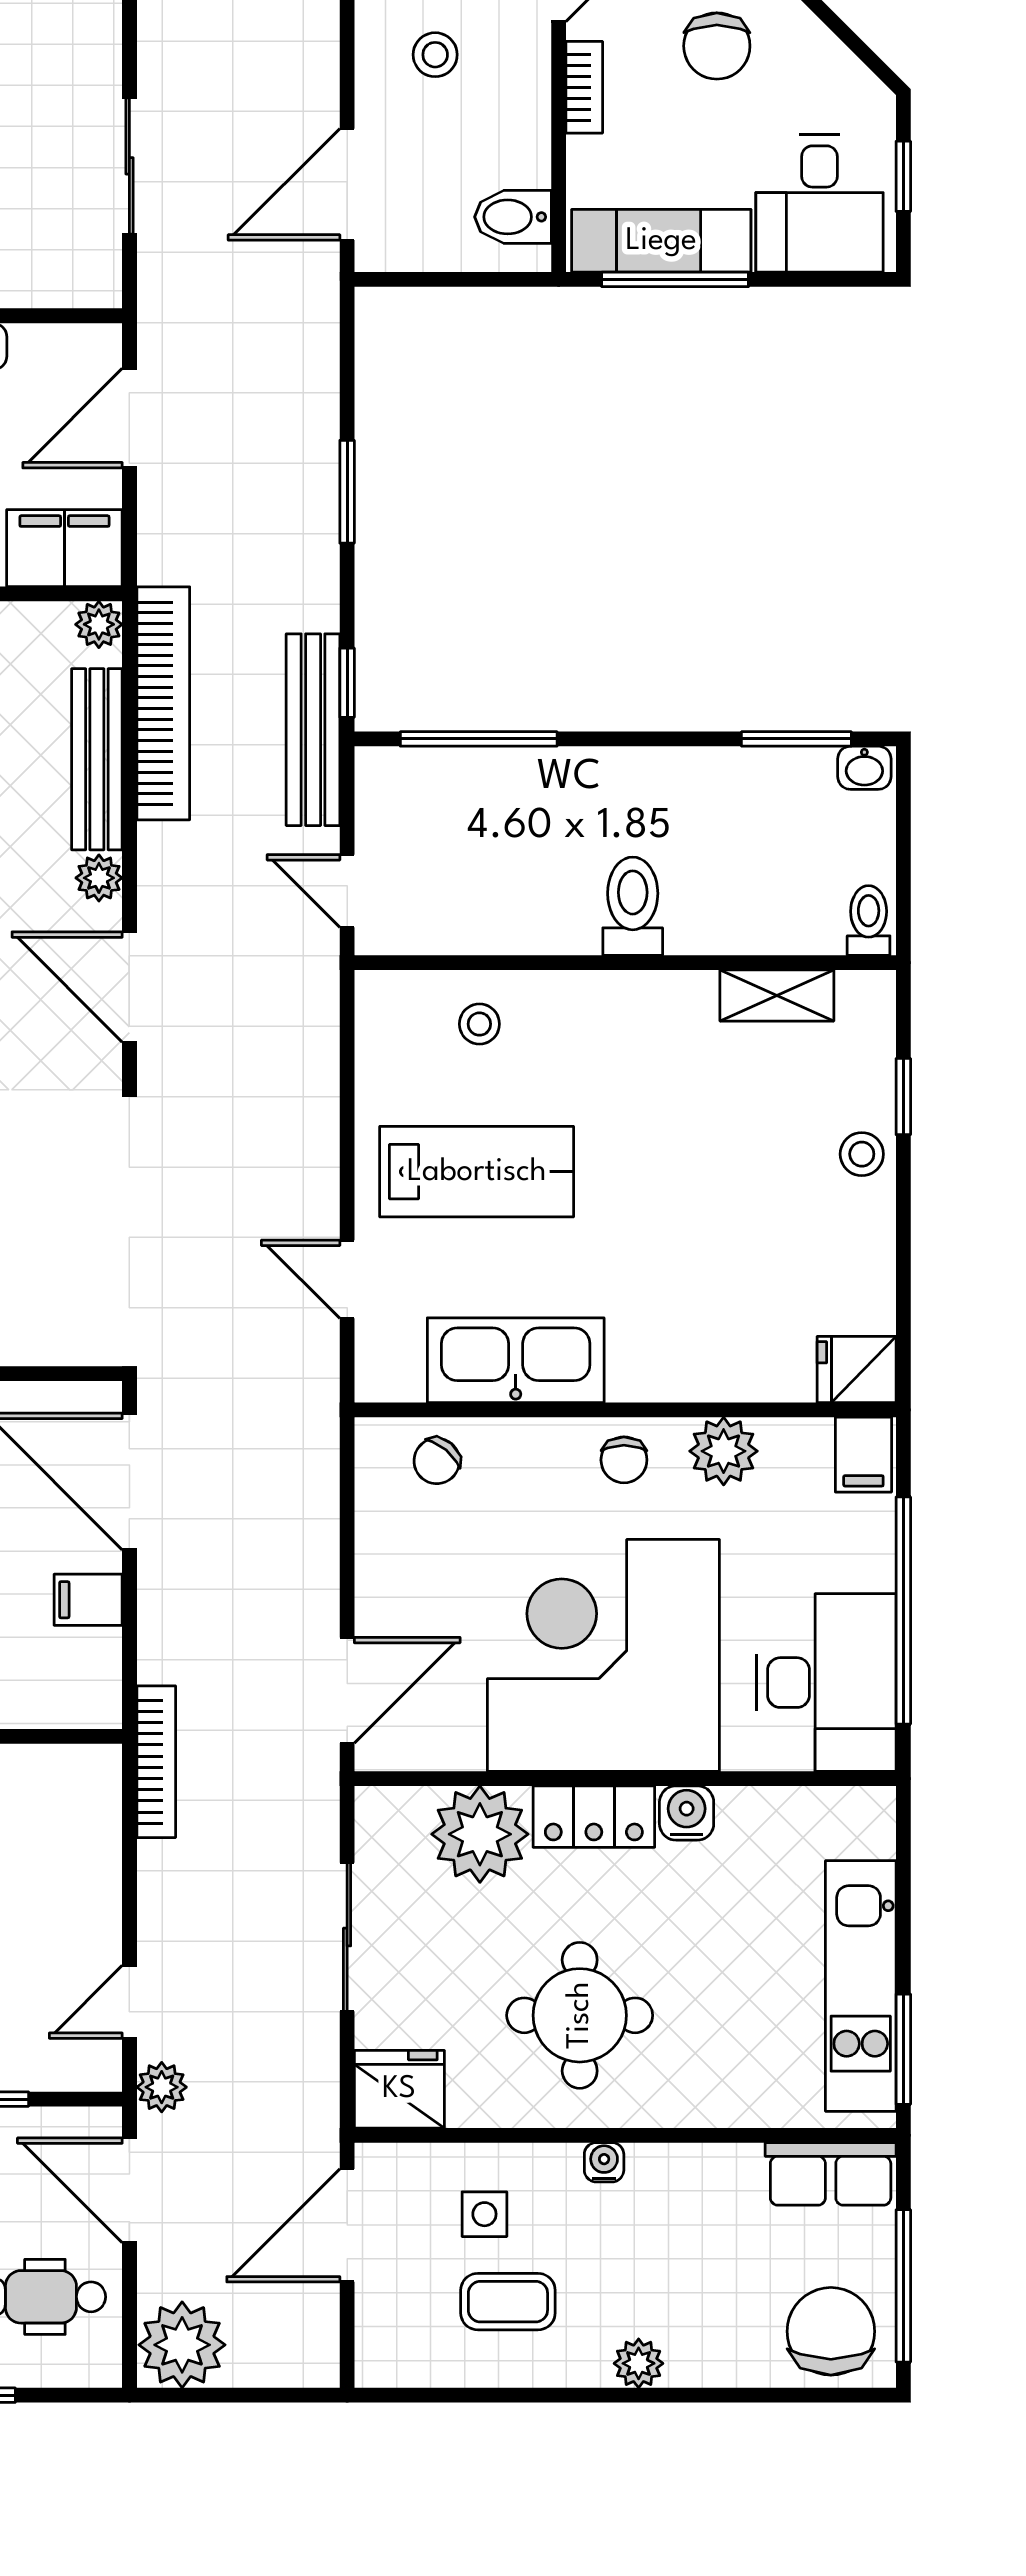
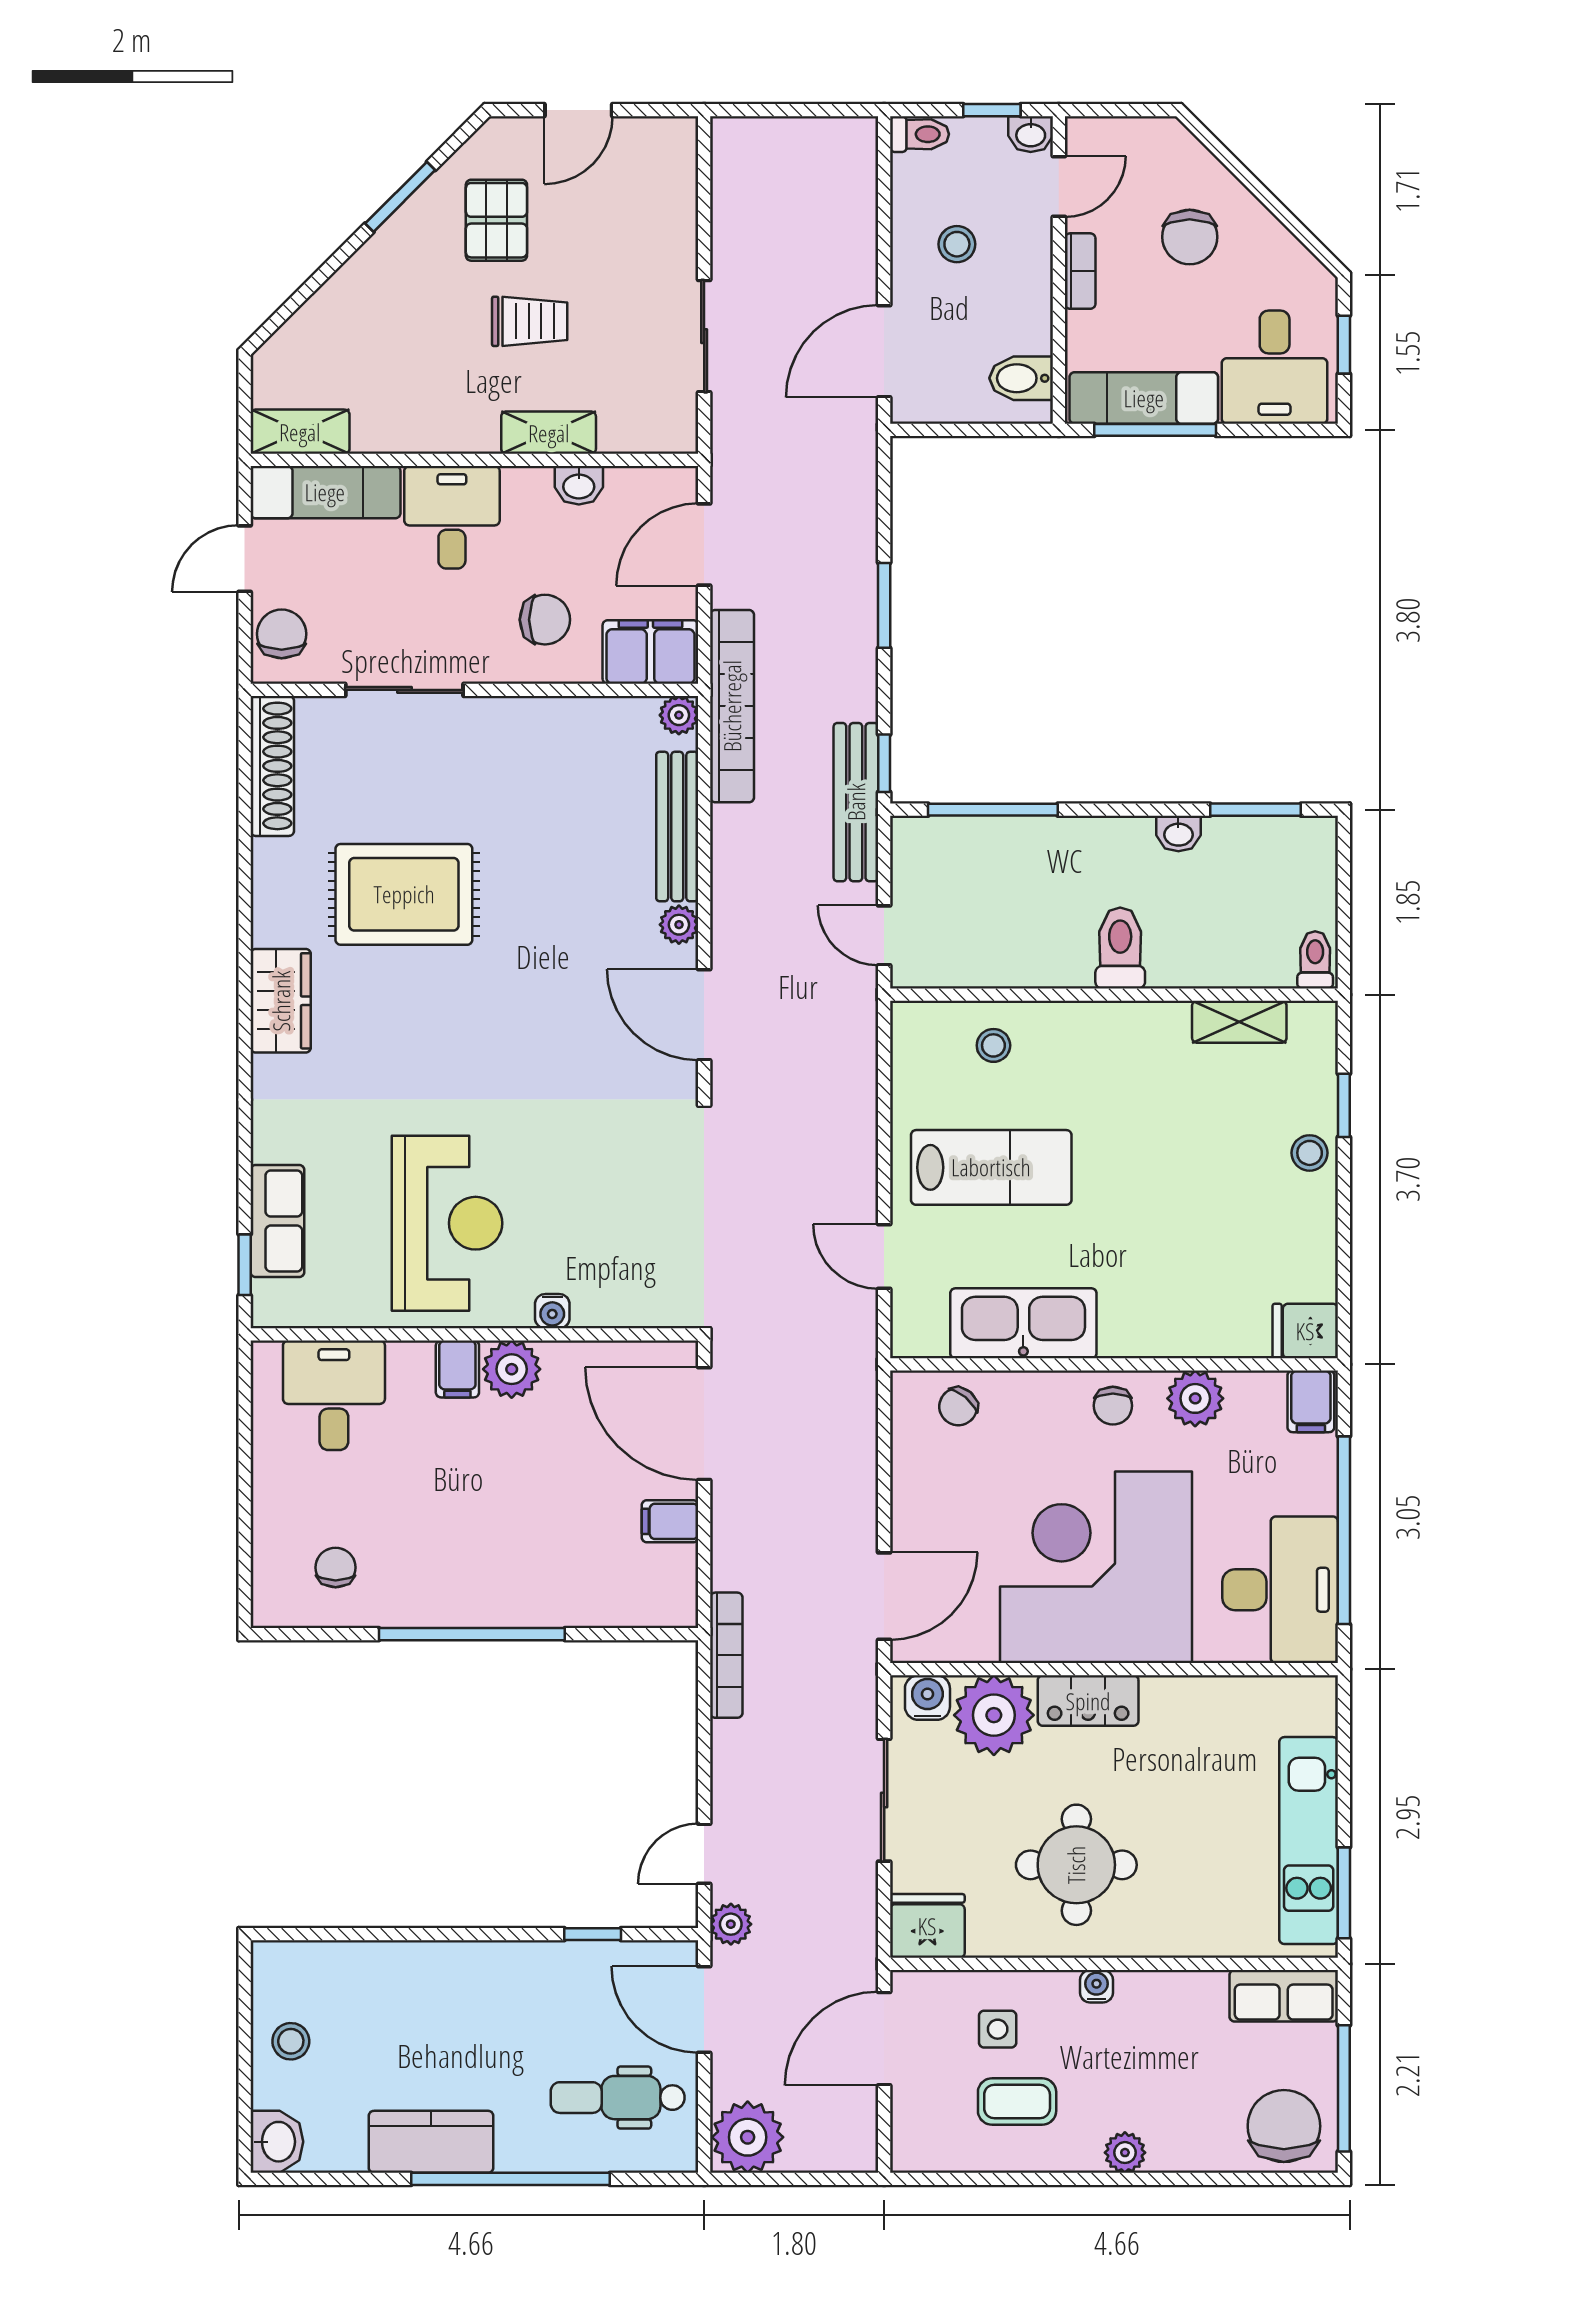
bookcase: (163, 703) -> (732, 706), moved
washbasin: (864, 768) -> (1178, 834), moved
water cooler: (687, 1813) -> (927, 1698), moved

